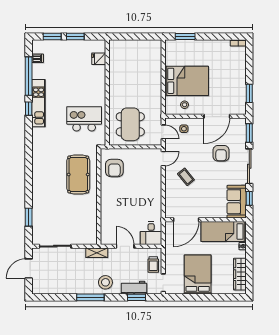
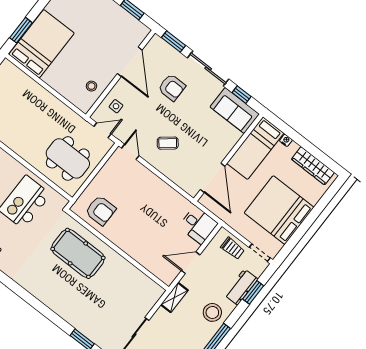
bed: (187, 81) -> (41, 44), moved
bed: (198, 275) -> (279, 210), width x1.36

